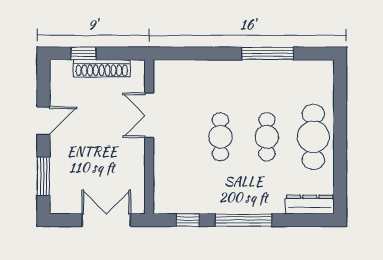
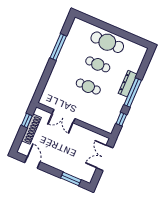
window: (84, 53) -> (27, 120), moved
door: (43, 121) -> (32, 162), moved
dresser: (310, 205) -> (128, 84), moved

